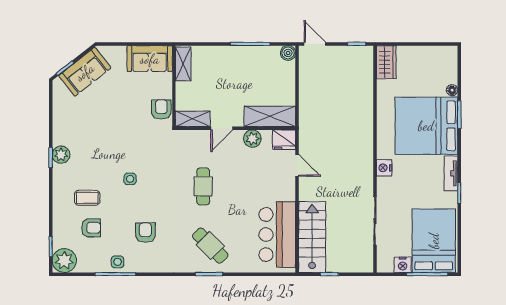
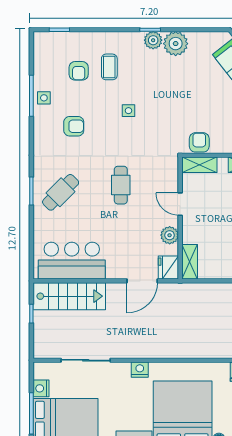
armchair: (161, 109) -> (199, 142), turned -90
shelving: (270, 116) -> (190, 262), width x0.67, depth x0.75
shelving: (193, 119) -> (199, 165), moved, turned 90
door: (297, 165) -> (142, 281), width x1.38
cafe table: (203, 186) -> (121, 185), turned 90
plant: (64, 261) -> (176, 44), moved

